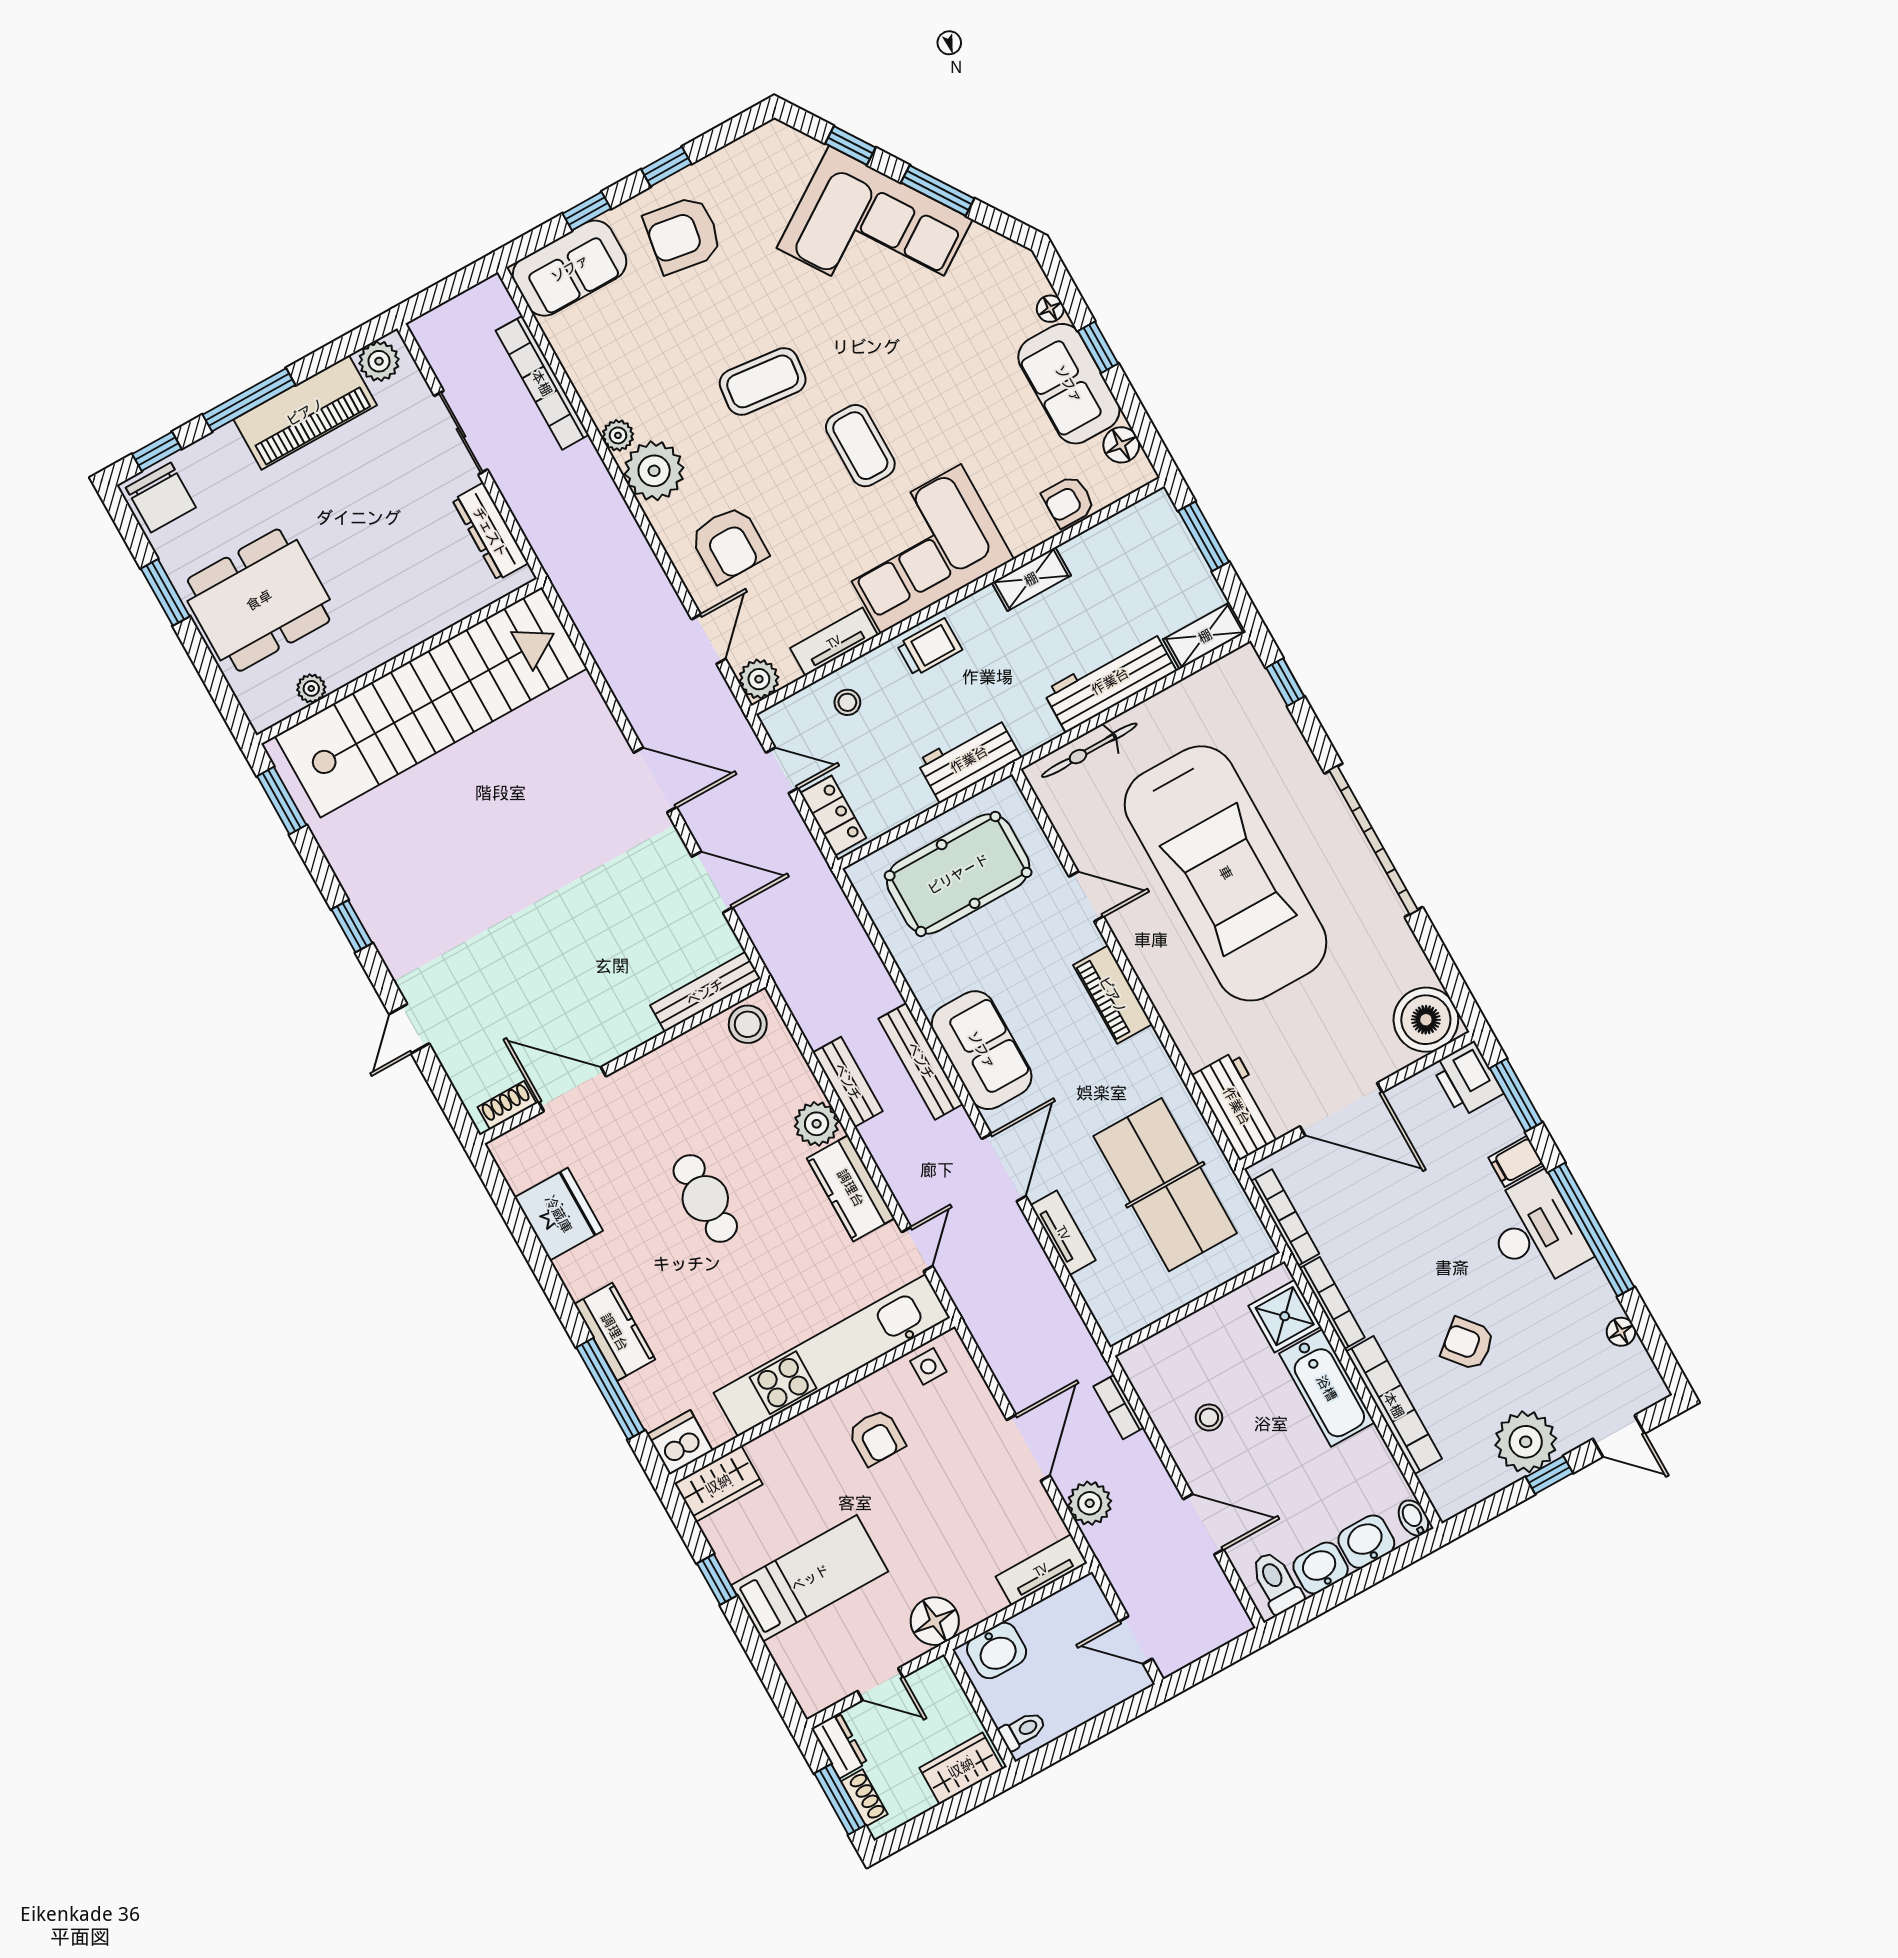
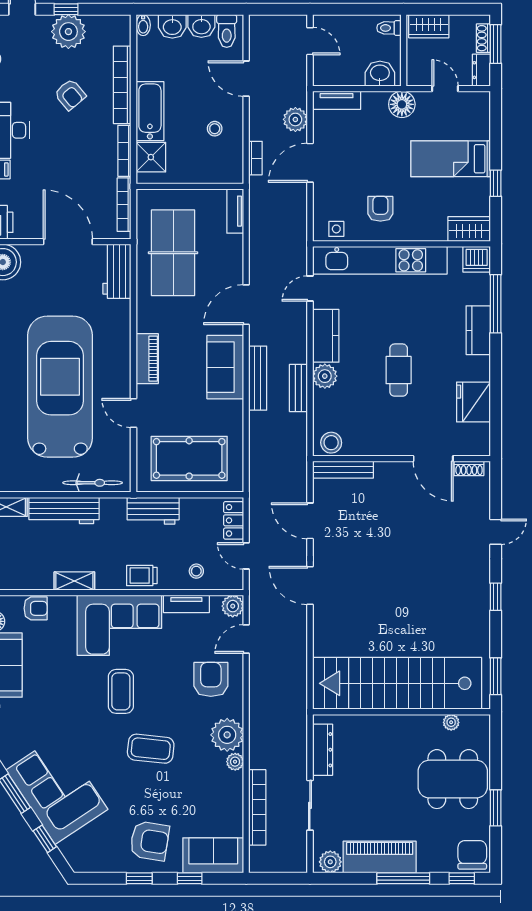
tv unit: (1063, 1233) -> (235, 211), moved

